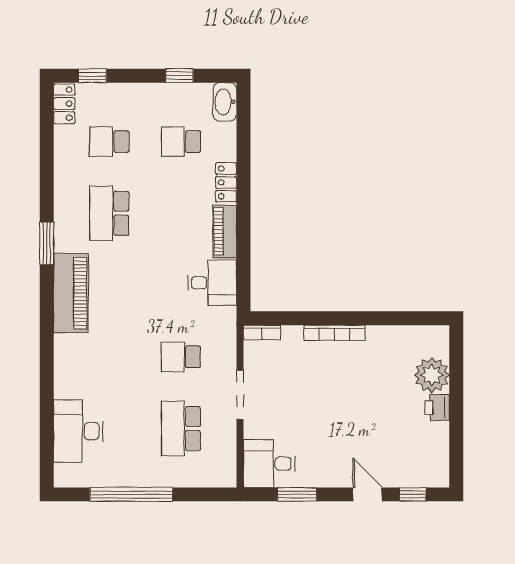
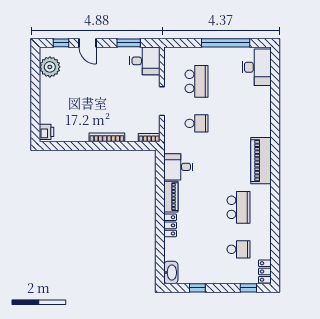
school desk: (181, 142) -> (197, 249), removed
window: (47, 243) -> (275, 190), removed
plant: (432, 375) -> (50, 67), moved
printer: (437, 408) -> (47, 132), moved
desk: (78, 431) -> (257, 67), moved

